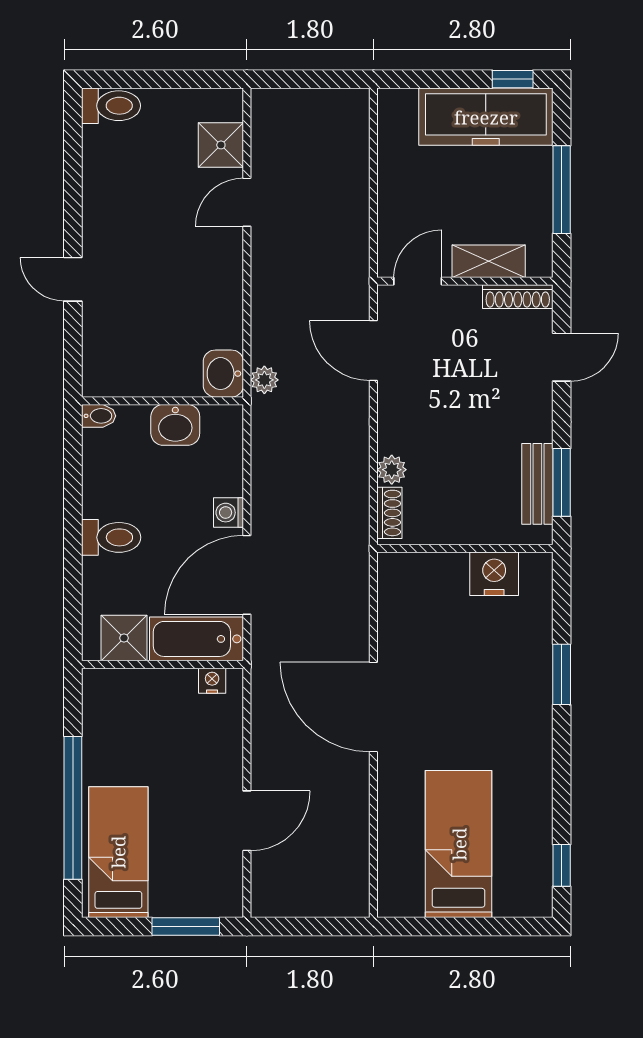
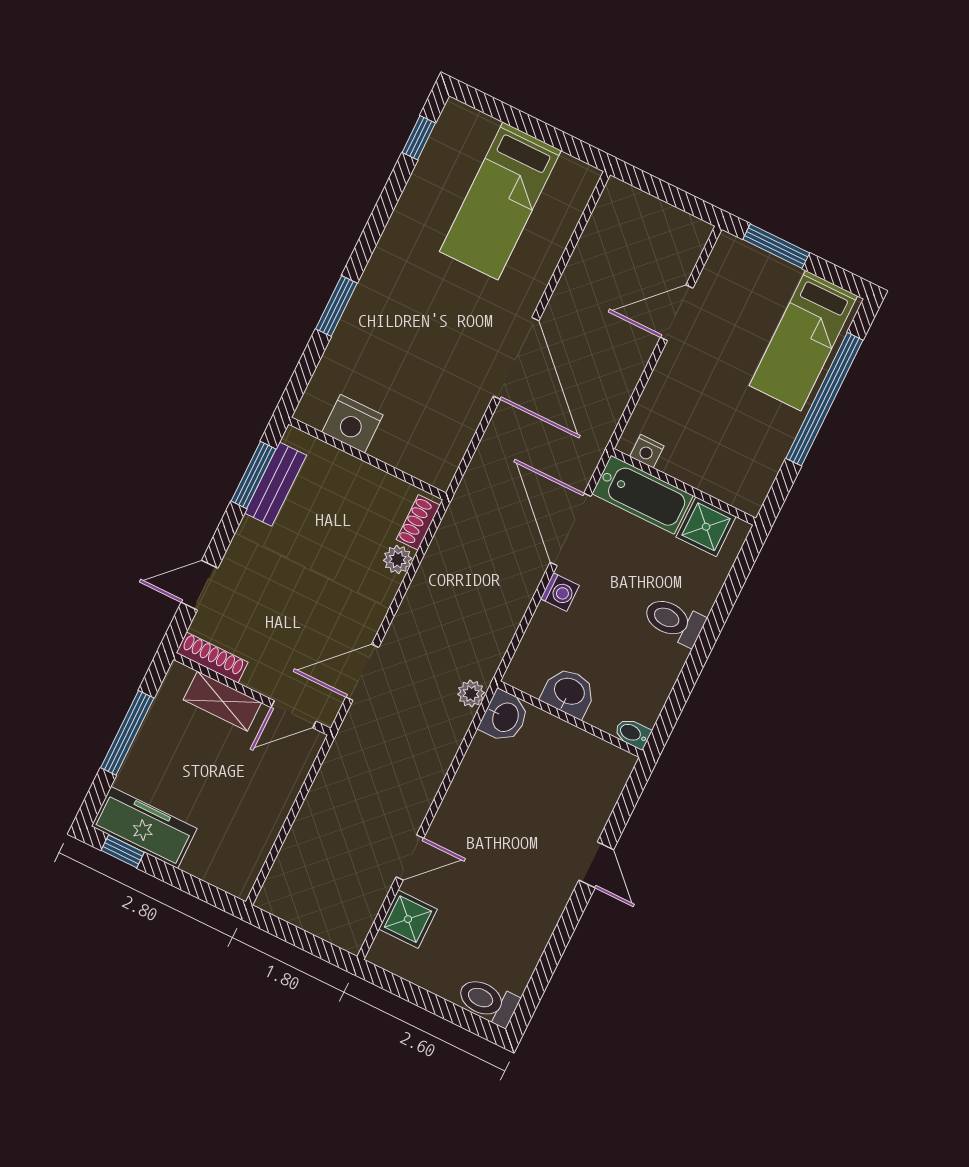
freezer: (486, 117) -> (144, 827), width x0.73, depth x0.79
door: (373, 351) -> (362, 672), swing flipped
door: (247, 575) -> (571, 529), swing flipped

